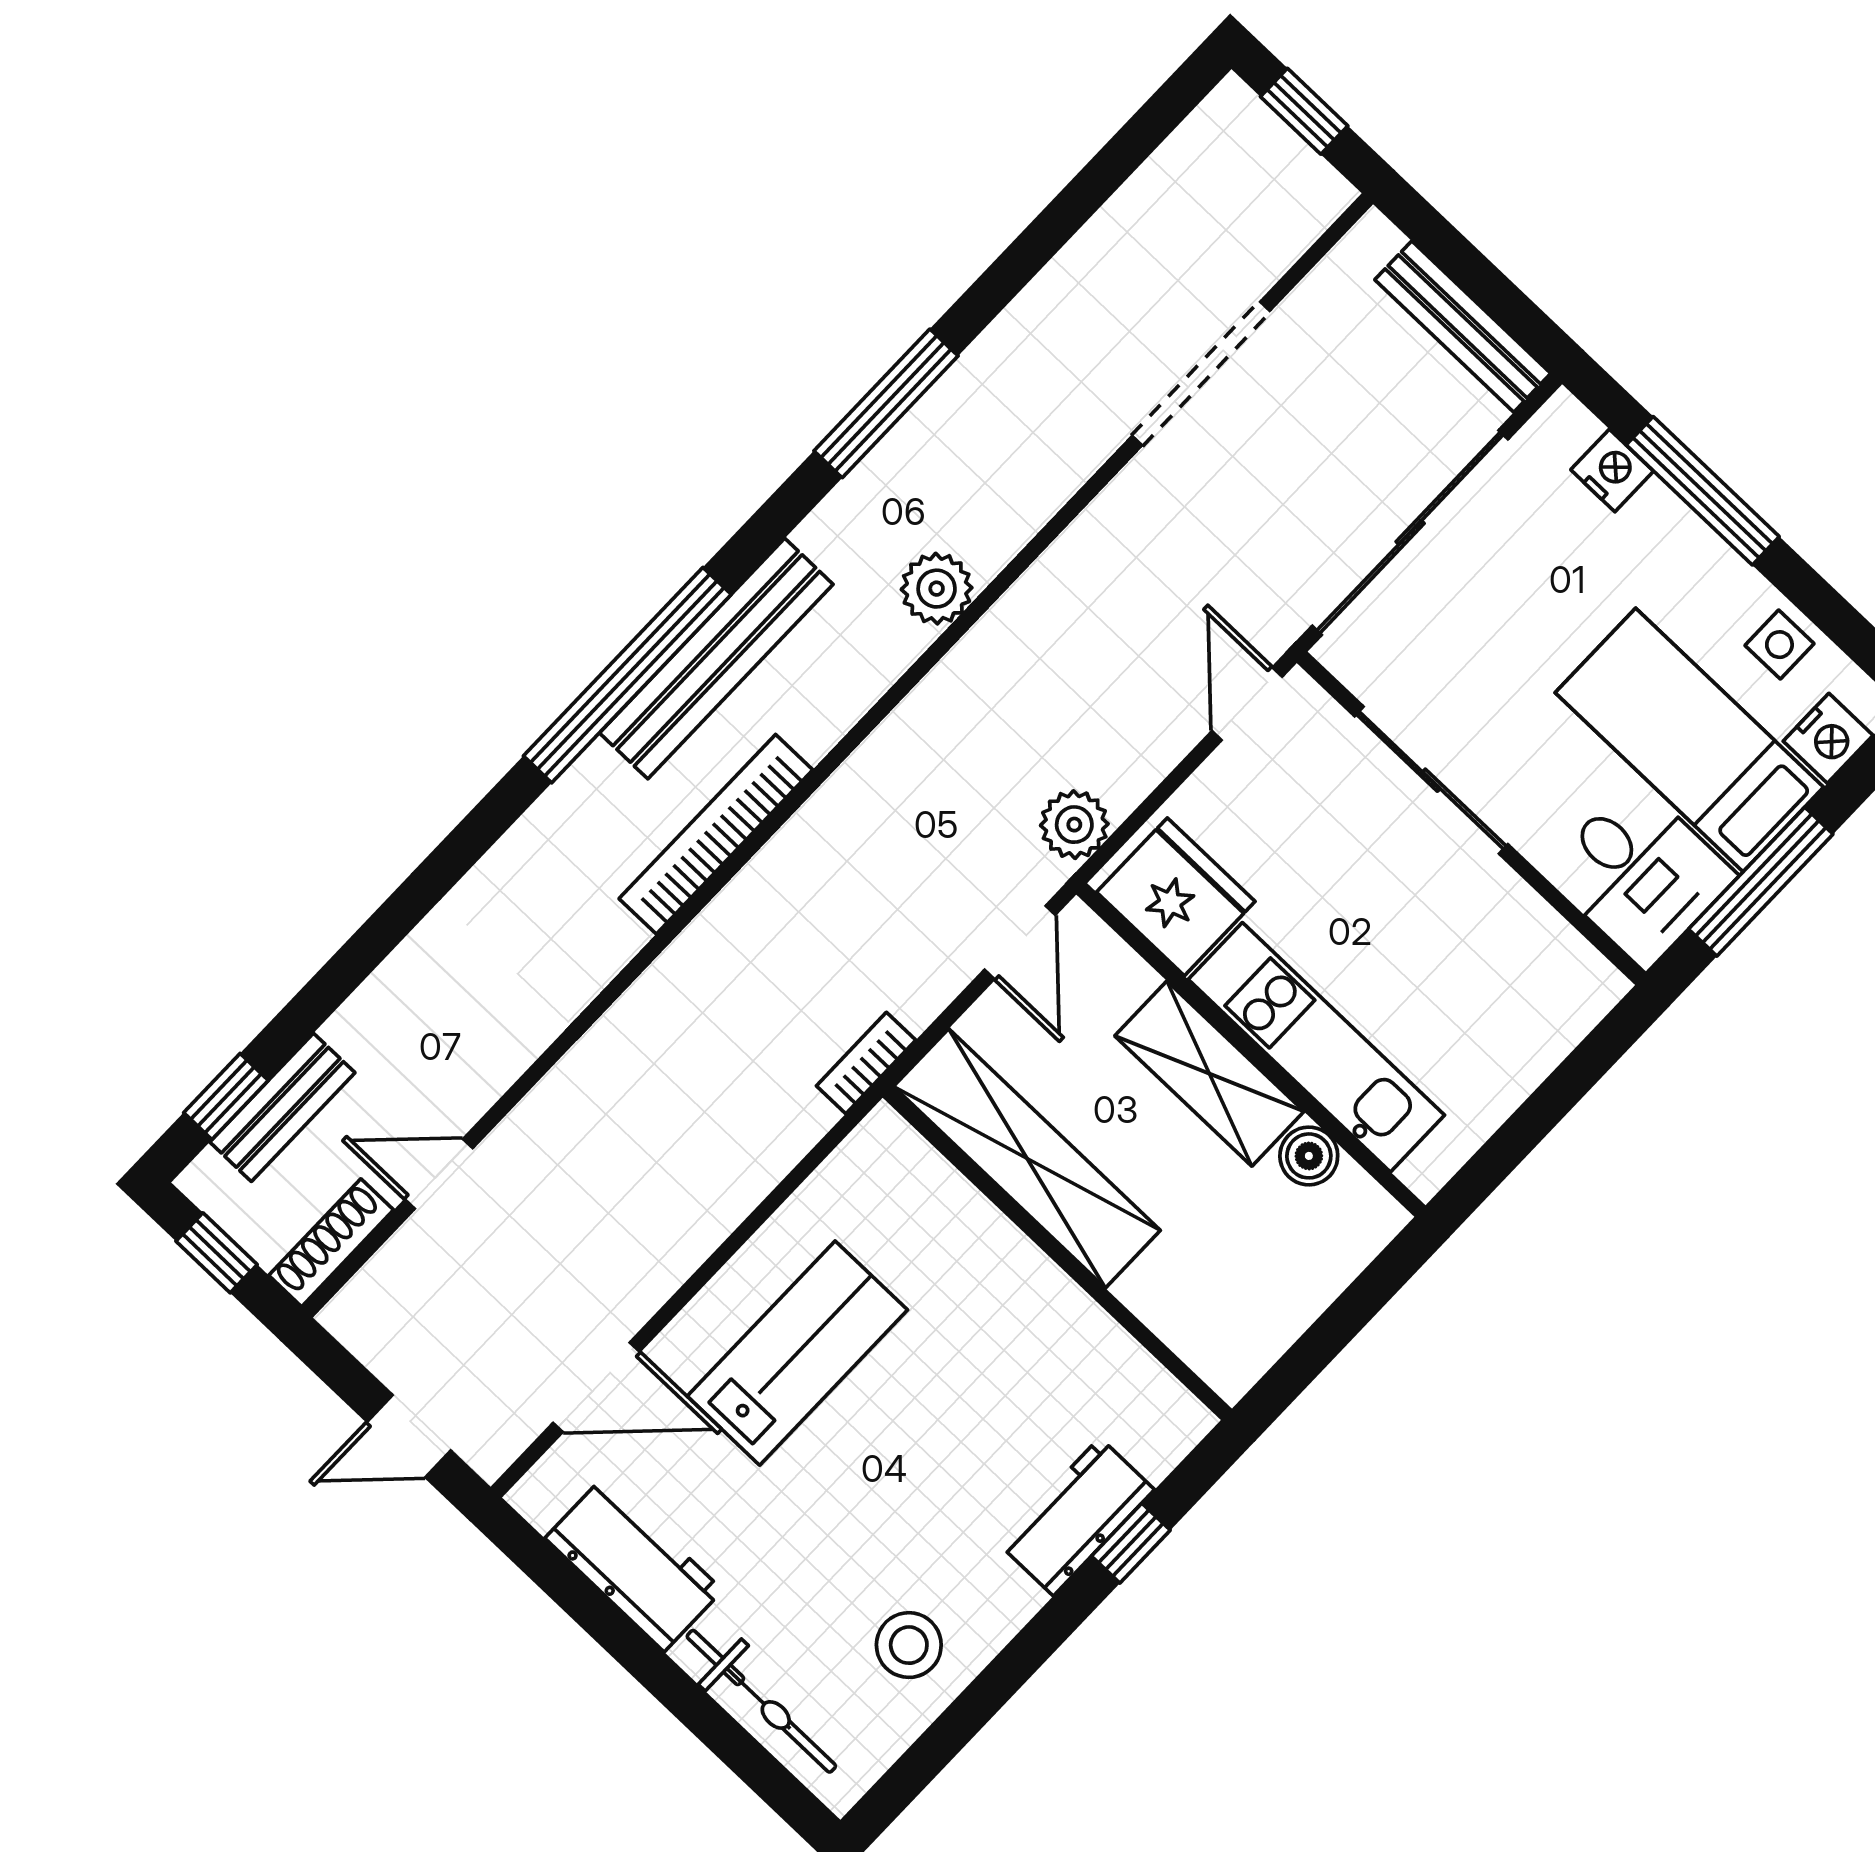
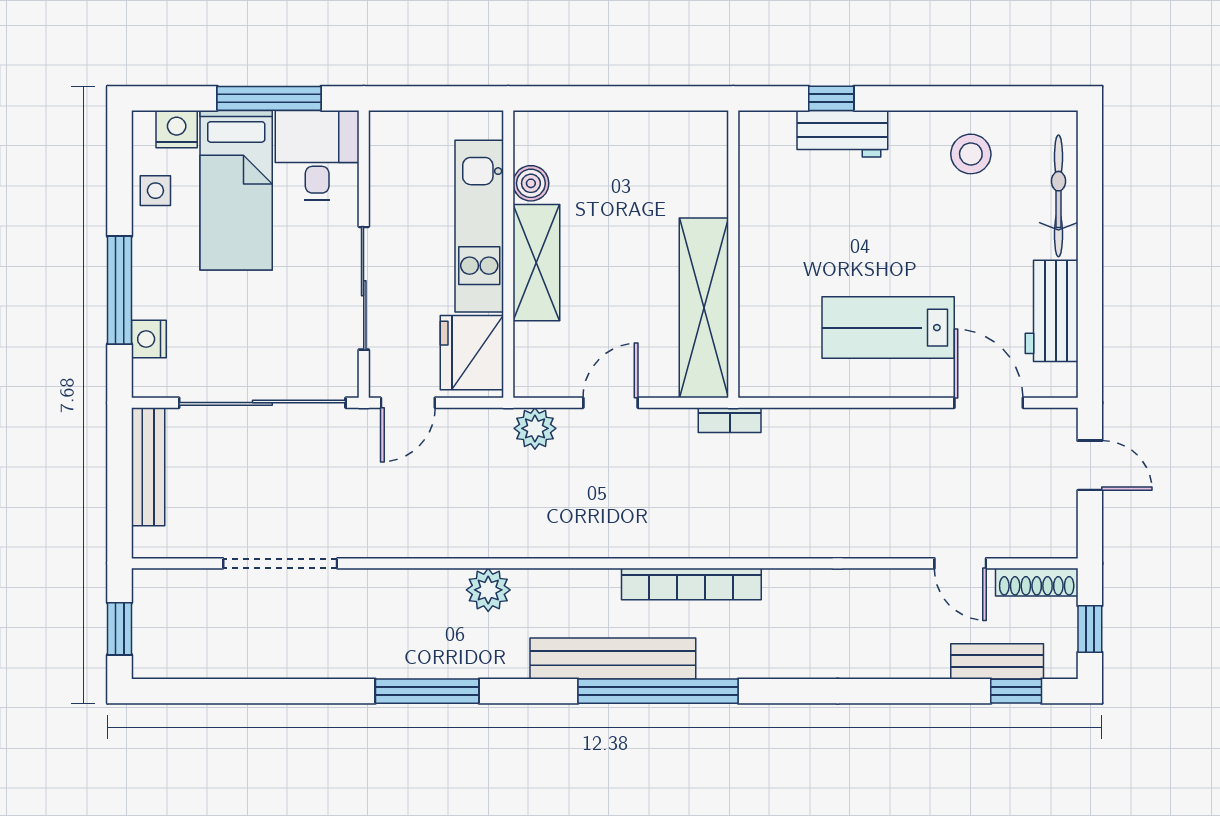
fridge: (1176, 897) -> (472, 353), moved
kitchen unit: (1316, 1047) -> (479, 226), moved
wall: (1251, 1050) -> (508, 254), moved
shelving: (1209, 1074) -> (536, 263), moved
boiler: (1309, 1156) -> (531, 183), moved

